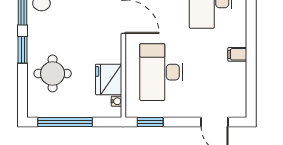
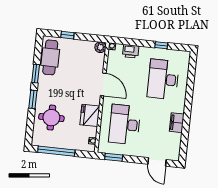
filing cabinet: (237, 54) -> (177, 123), width x2.00
fridge: (109, 79) -> (90, 115), moved

